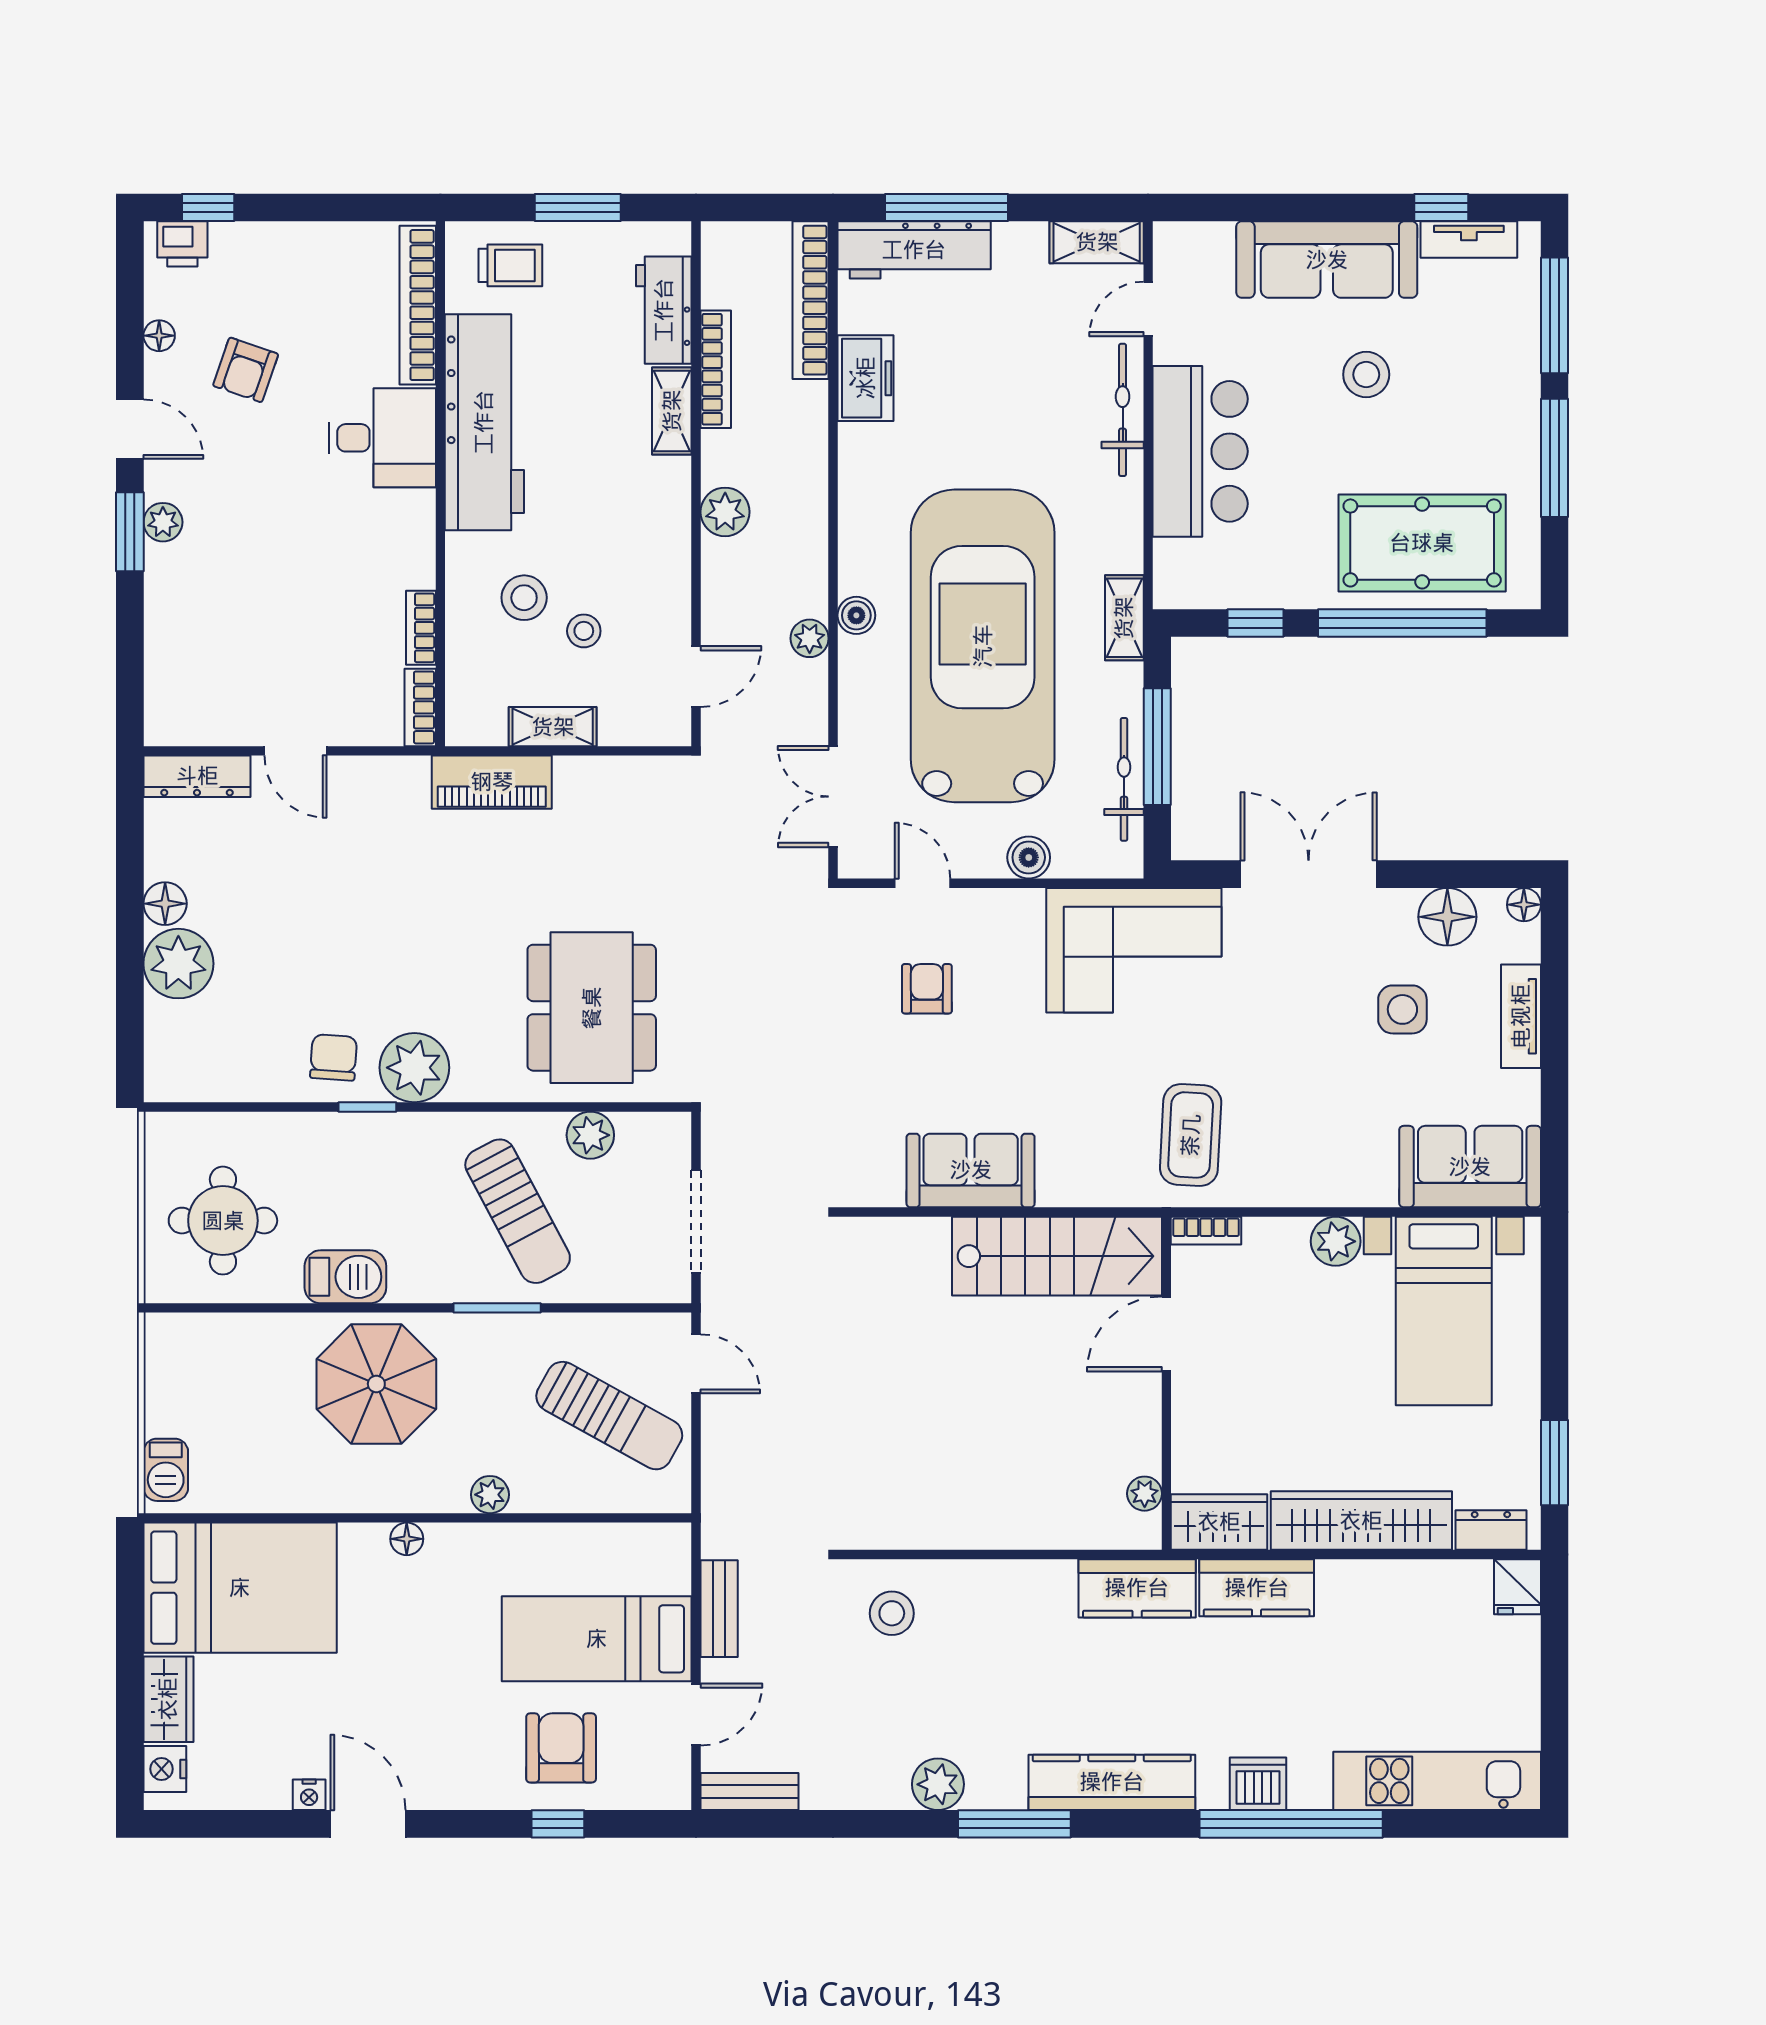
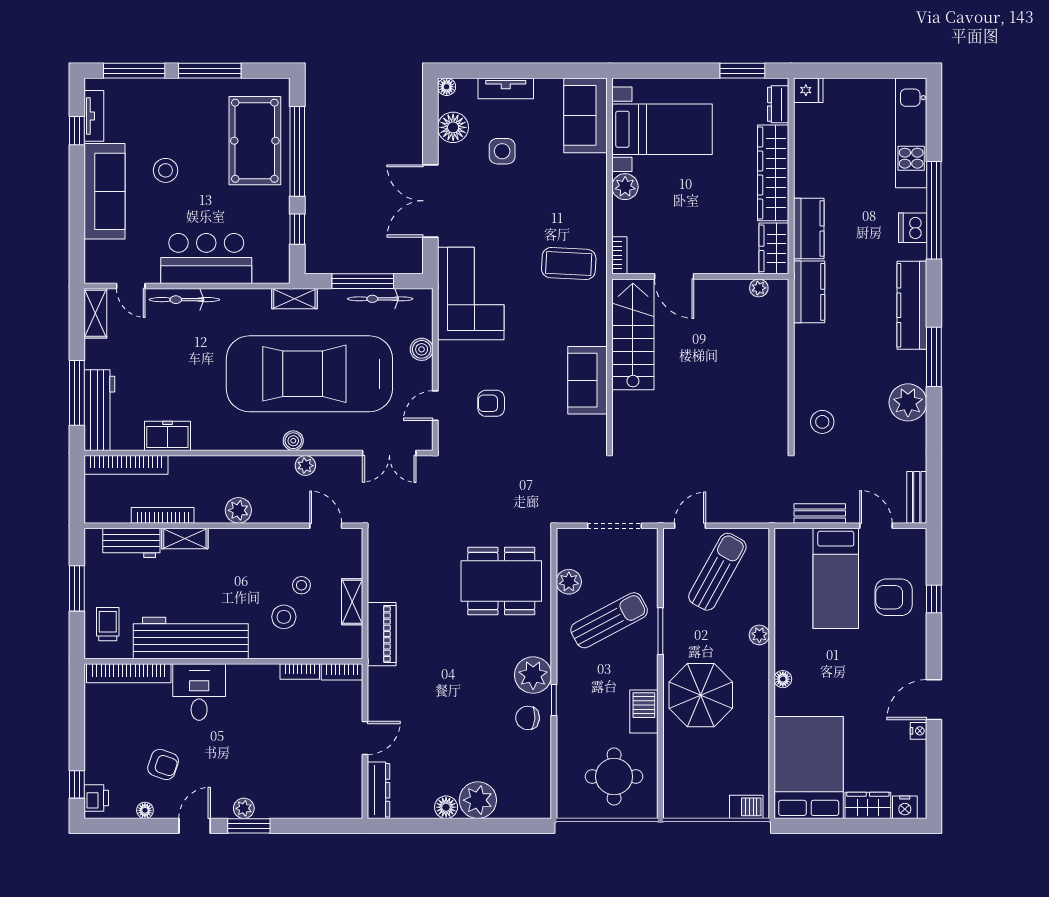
plant: (938, 1784) -> (908, 402), width x1.36, depth x1.36

